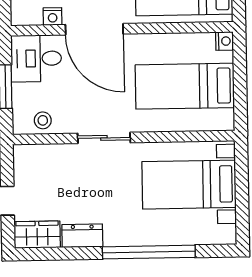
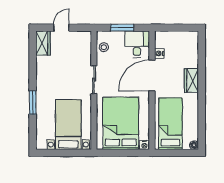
bed: (185, 86) -> (121, 123), width x1.50
dresser: (82, 236) -> (42, 67), removed
window: (149, 252) -> (33, 103), width x0.47

